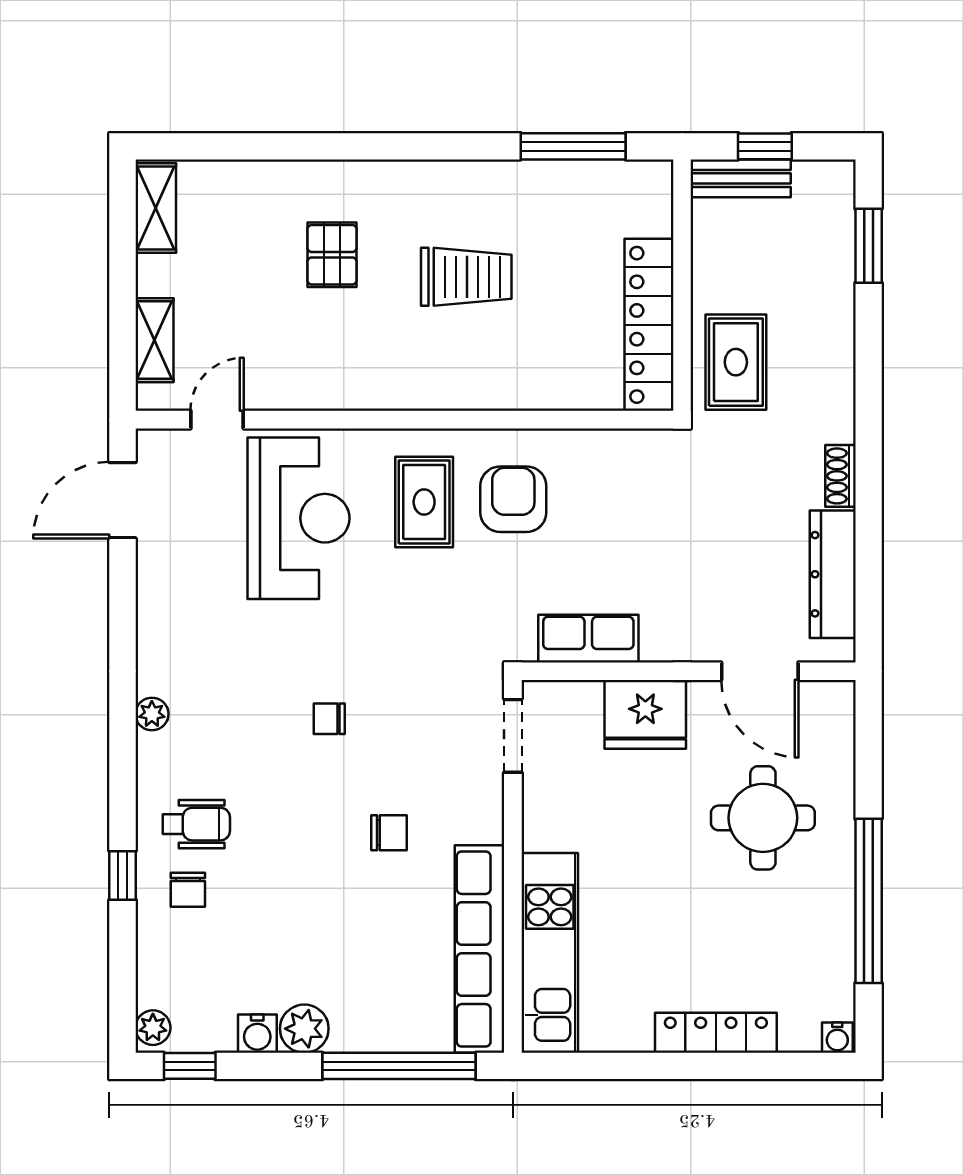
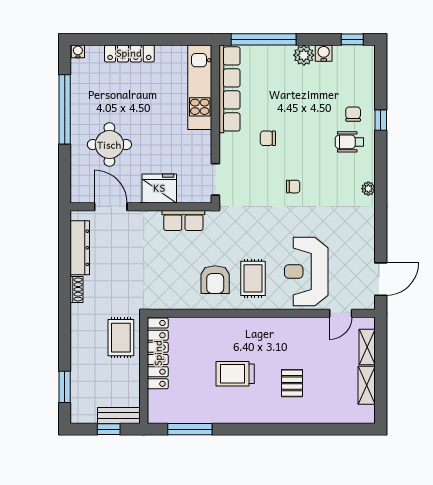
shelving: (156, 208) -> (367, 385), moved
plant: (153, 1028) -> (368, 56), removed

